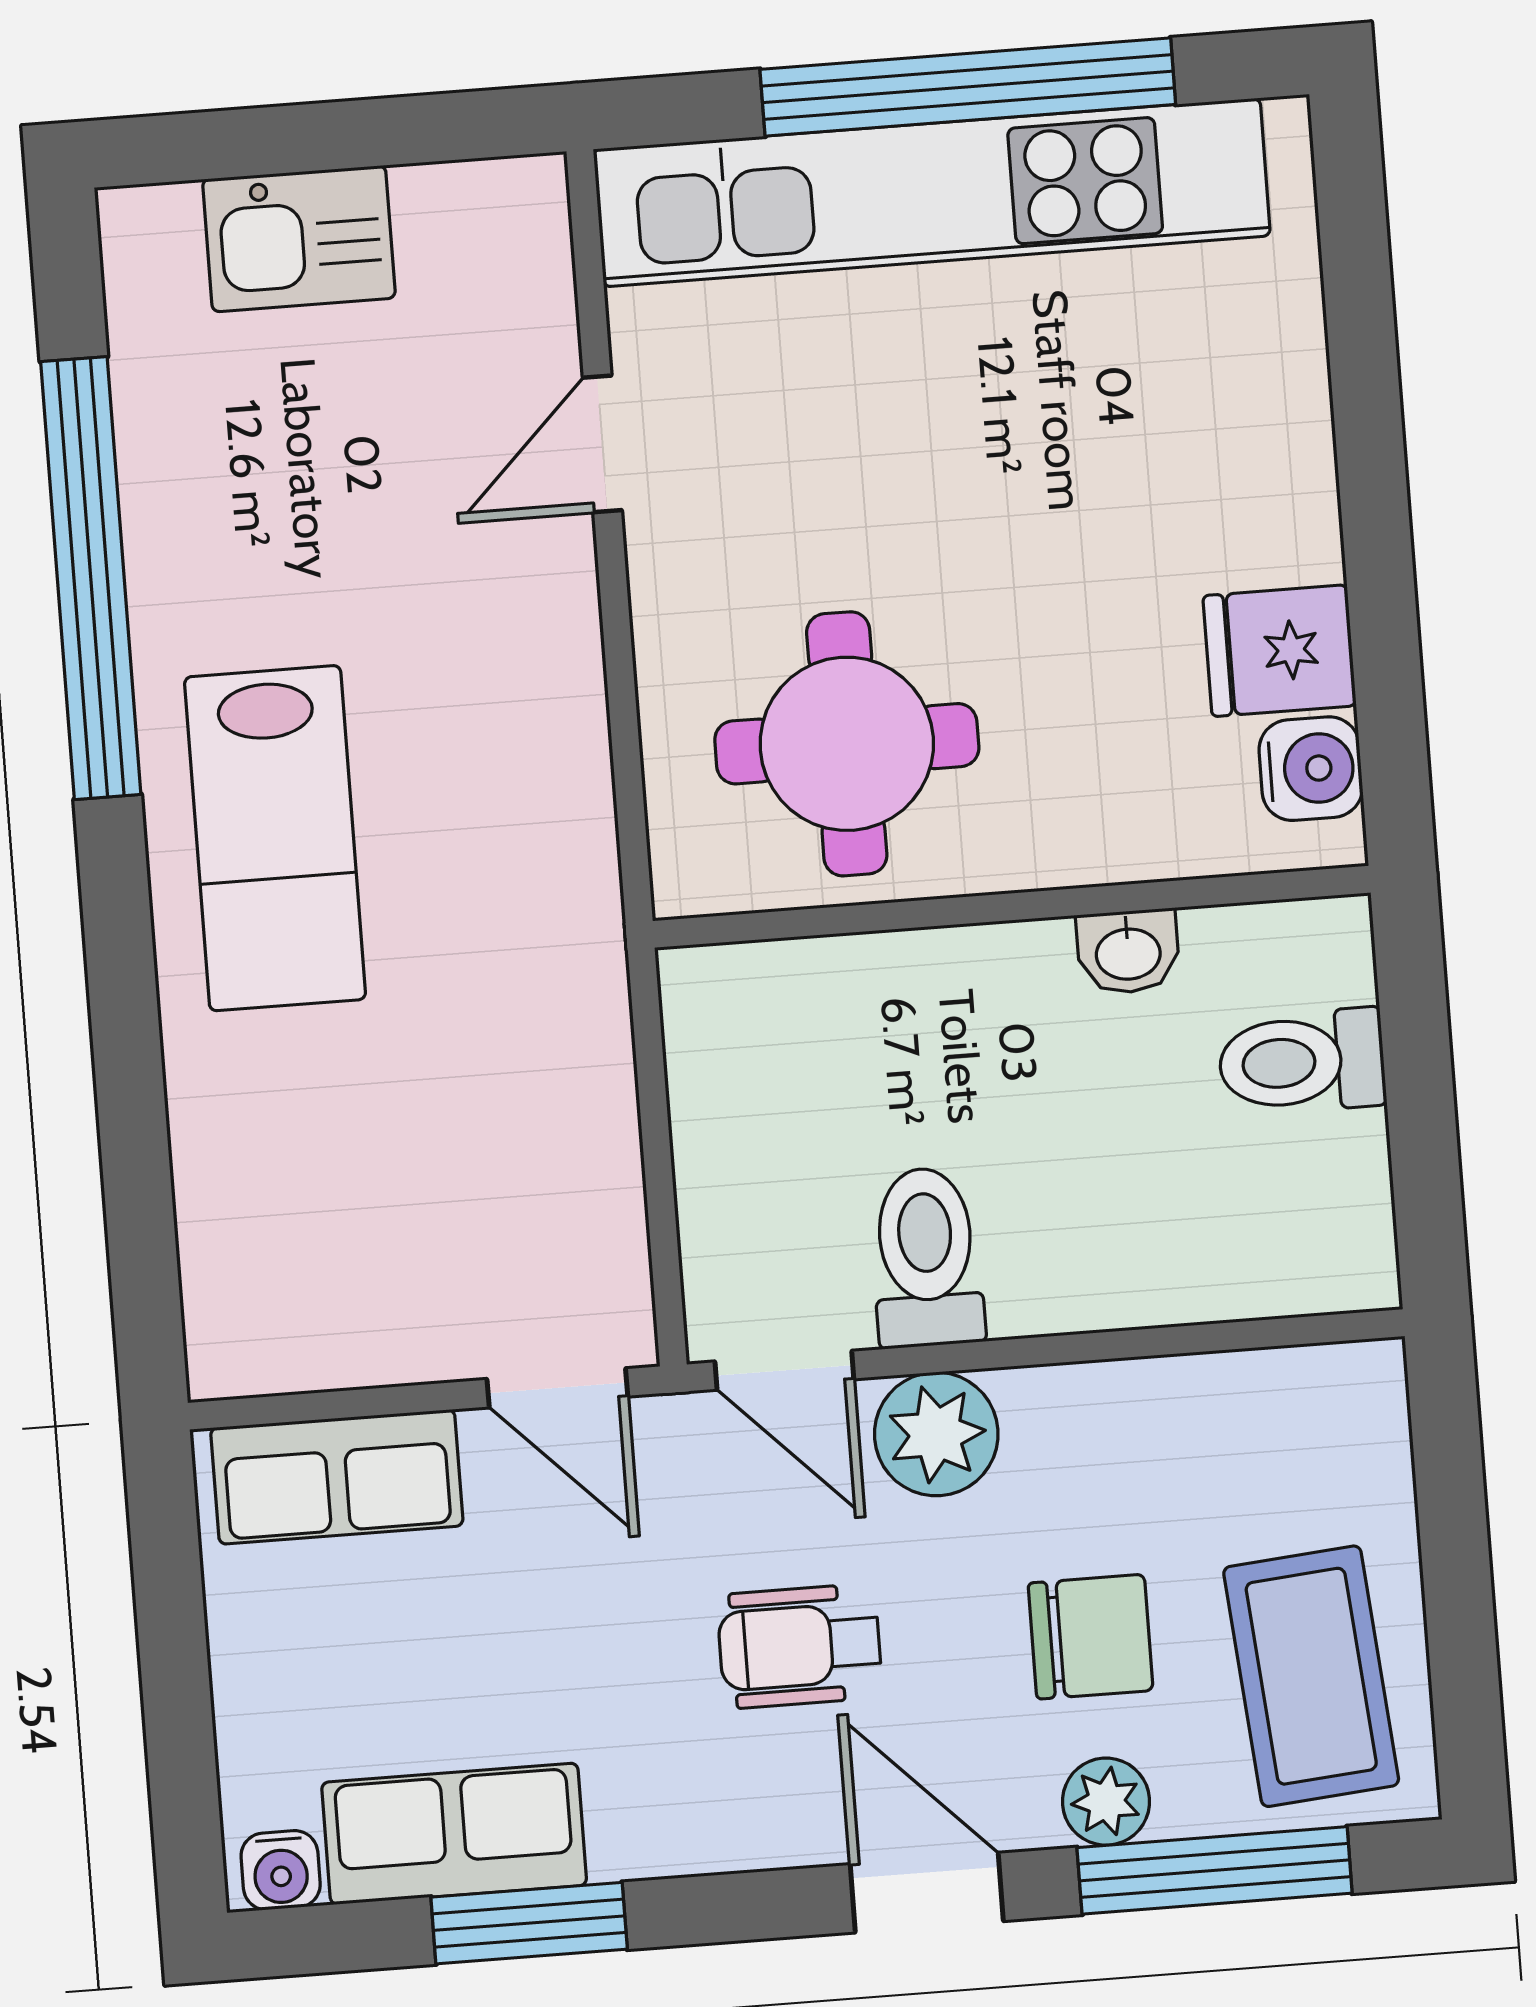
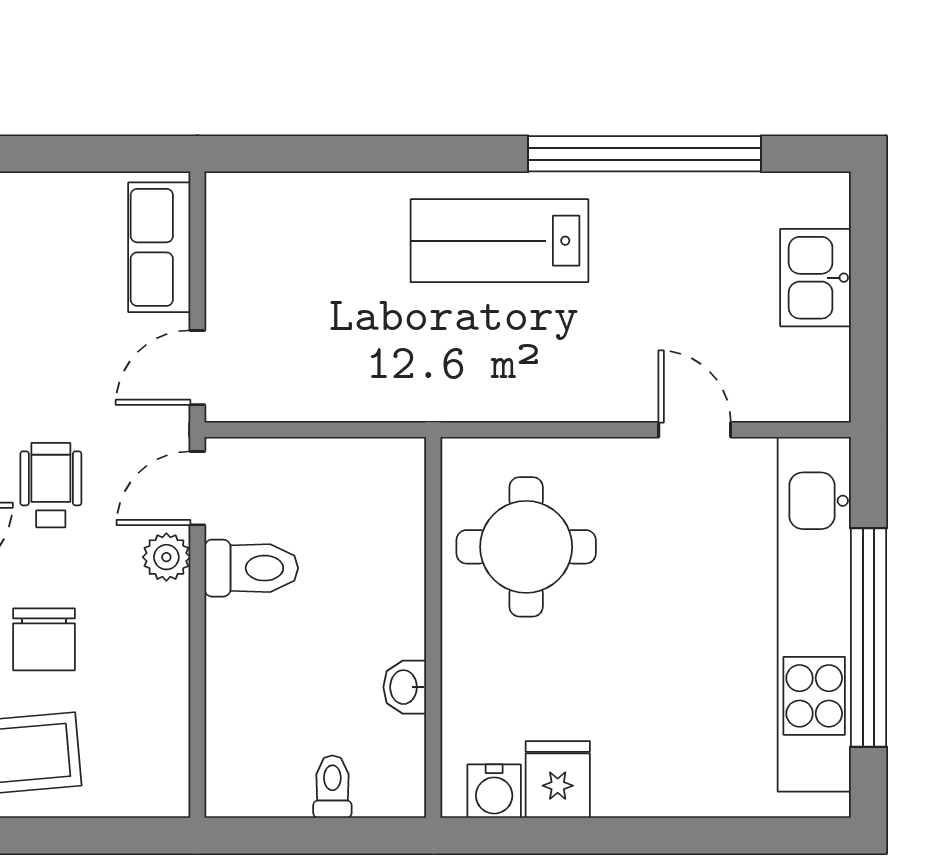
toilet: (1302, 1062) -> (332, 787), width x0.73, depth x0.72
plant: (936, 1434) -> (166, 557), width x0.73, depth x0.73

